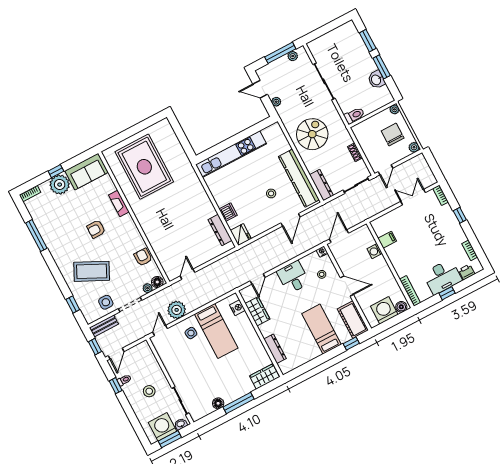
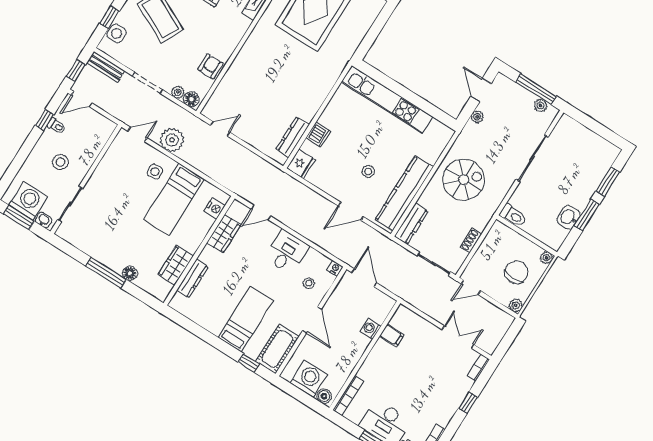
door: (339, 236) -> (364, 278), hinge flipped
side table: (106, 302) -> (117, 33), moved
wardrobe: (264, 377) -> (176, 265), moved, turned -90
floor lamp: (218, 403) -> (130, 273), moved

